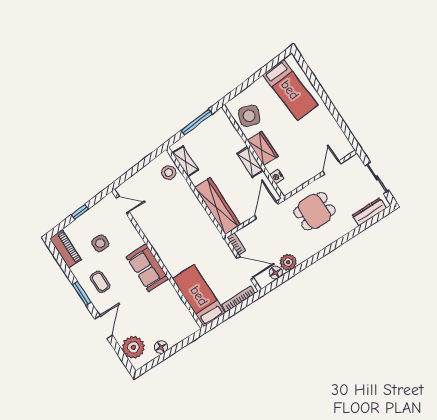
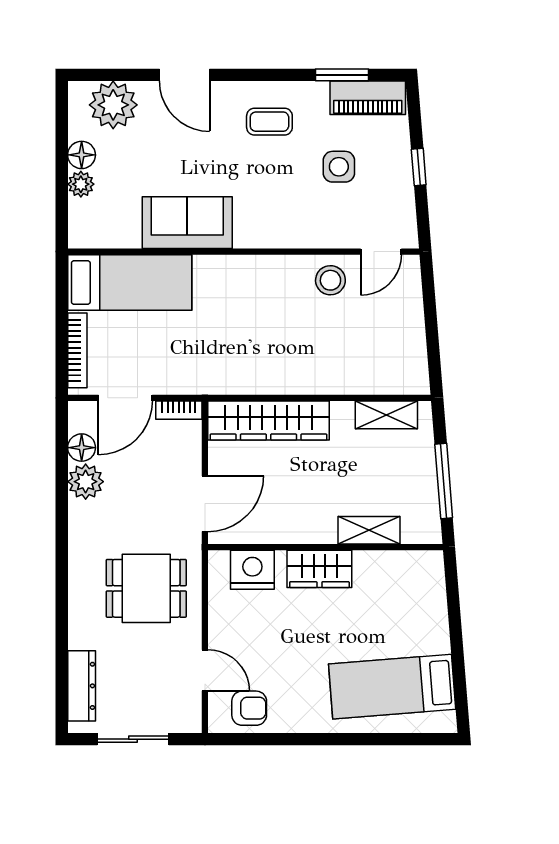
side table: (249, 116) -> (394, 582), removed
armchair: (335, 140) -> (249, 708), added
shelving: (250, 162) -> (369, 530), moved
stool: (169, 173) -> (330, 280), moved
nightstand: (277, 177) -> (252, 570), width x1.89, depth x1.79
door: (266, 210) -> (205, 504), hinge flipped
dining table: (315, 211) -> (146, 588), turned 90
sofa: (147, 268) -> (187, 223), moved
window: (82, 294) -> (342, 75), moved
plant: (173, 340) -> (81, 184), added

